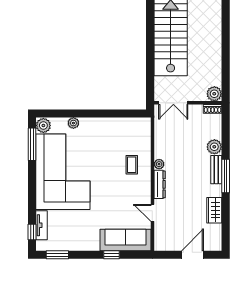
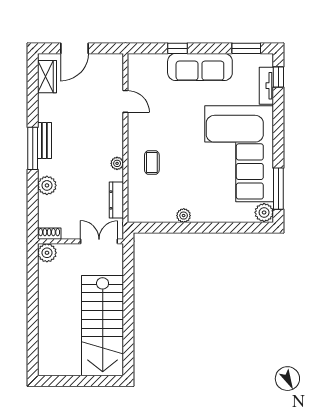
plant: (73, 123) -> (184, 216), moved
bench: (216, 170) -> (44, 141), moved
dresser: (160, 184) -> (116, 200), moved
wardrobe: (214, 210) -> (47, 77), moved
sofa: (126, 240) -> (200, 67), moved

